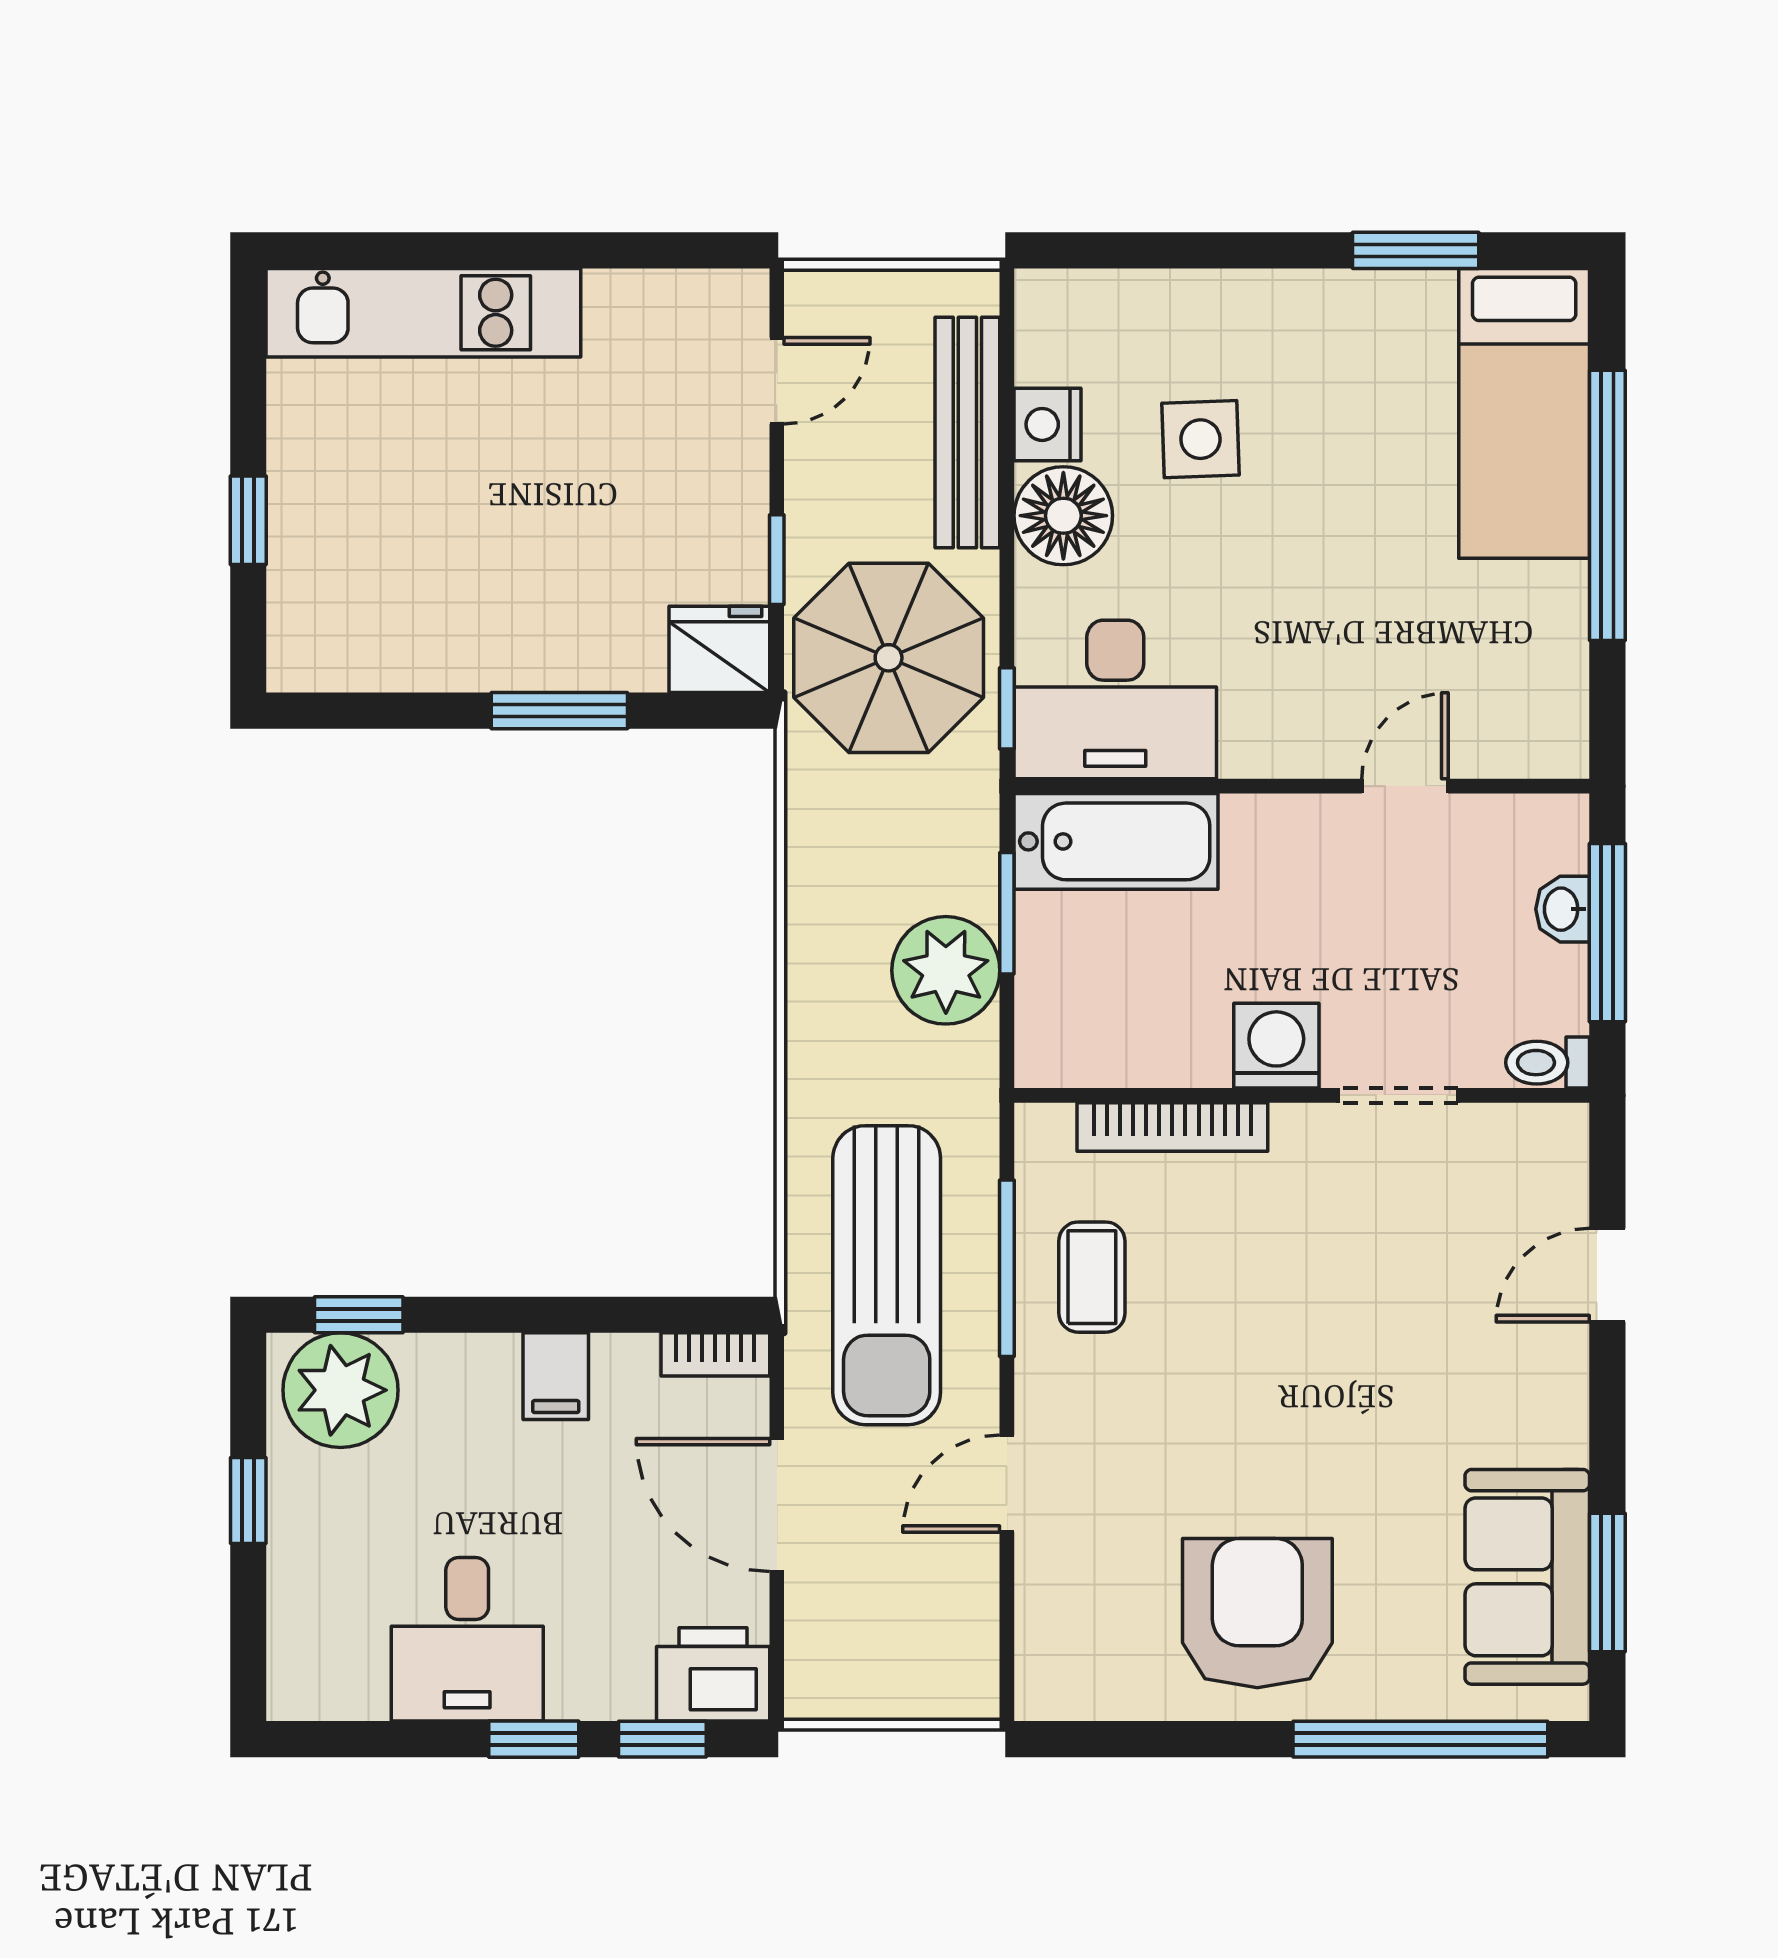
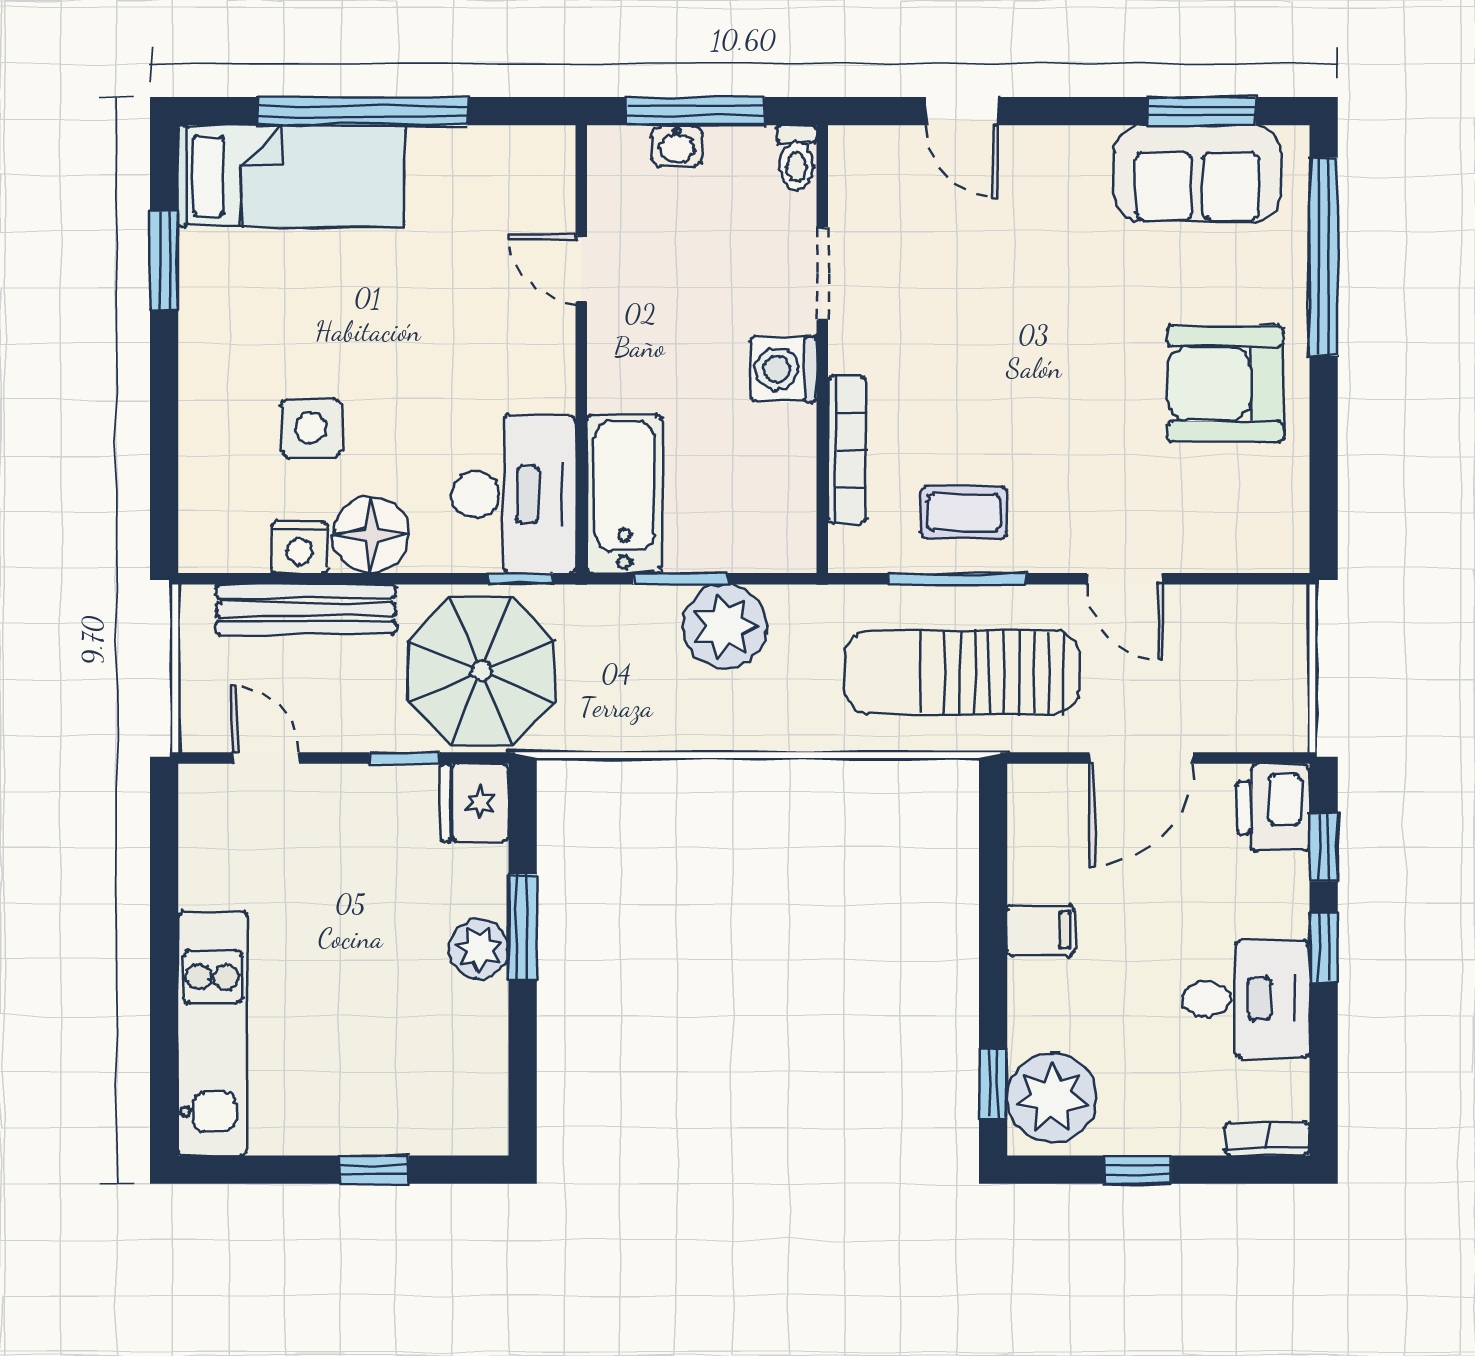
plant: (532, 654) -> (479, 949), added
sun lounger: (887, 1275) -> (962, 672), turned 180
bookcase: (715, 1354) -> (1267, 1139), moved, turned -90

